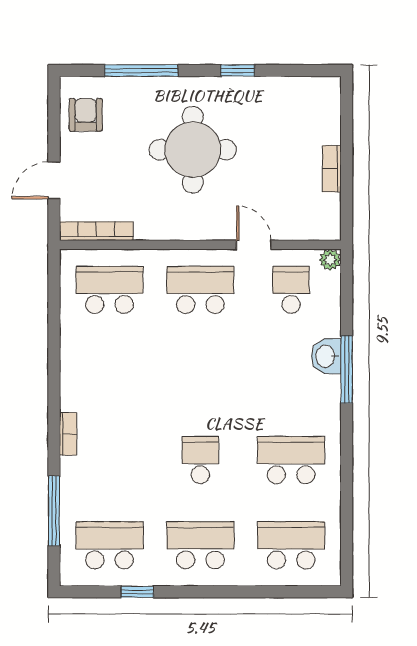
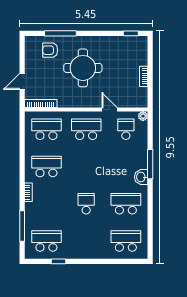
window: (238, 70) -> (131, 33), moved
armchair: (86, 115) -> (50, 50), moved, turned -90
washbasin: (326, 356) -> (141, 177), moved
school desk: (200, 545) -> (46, 167), moved

